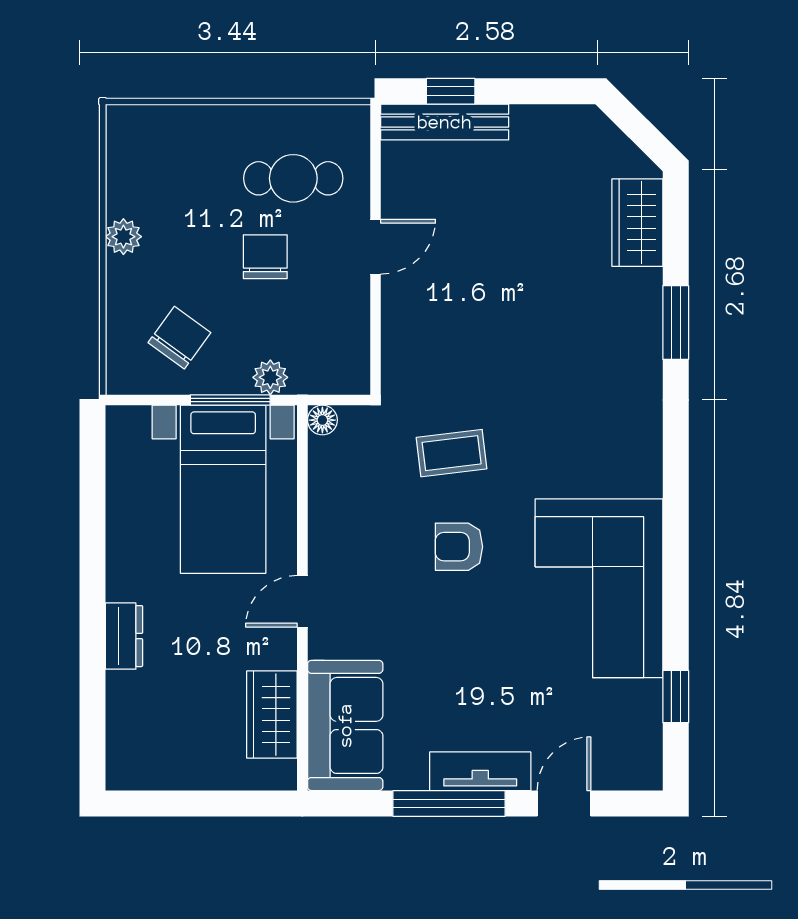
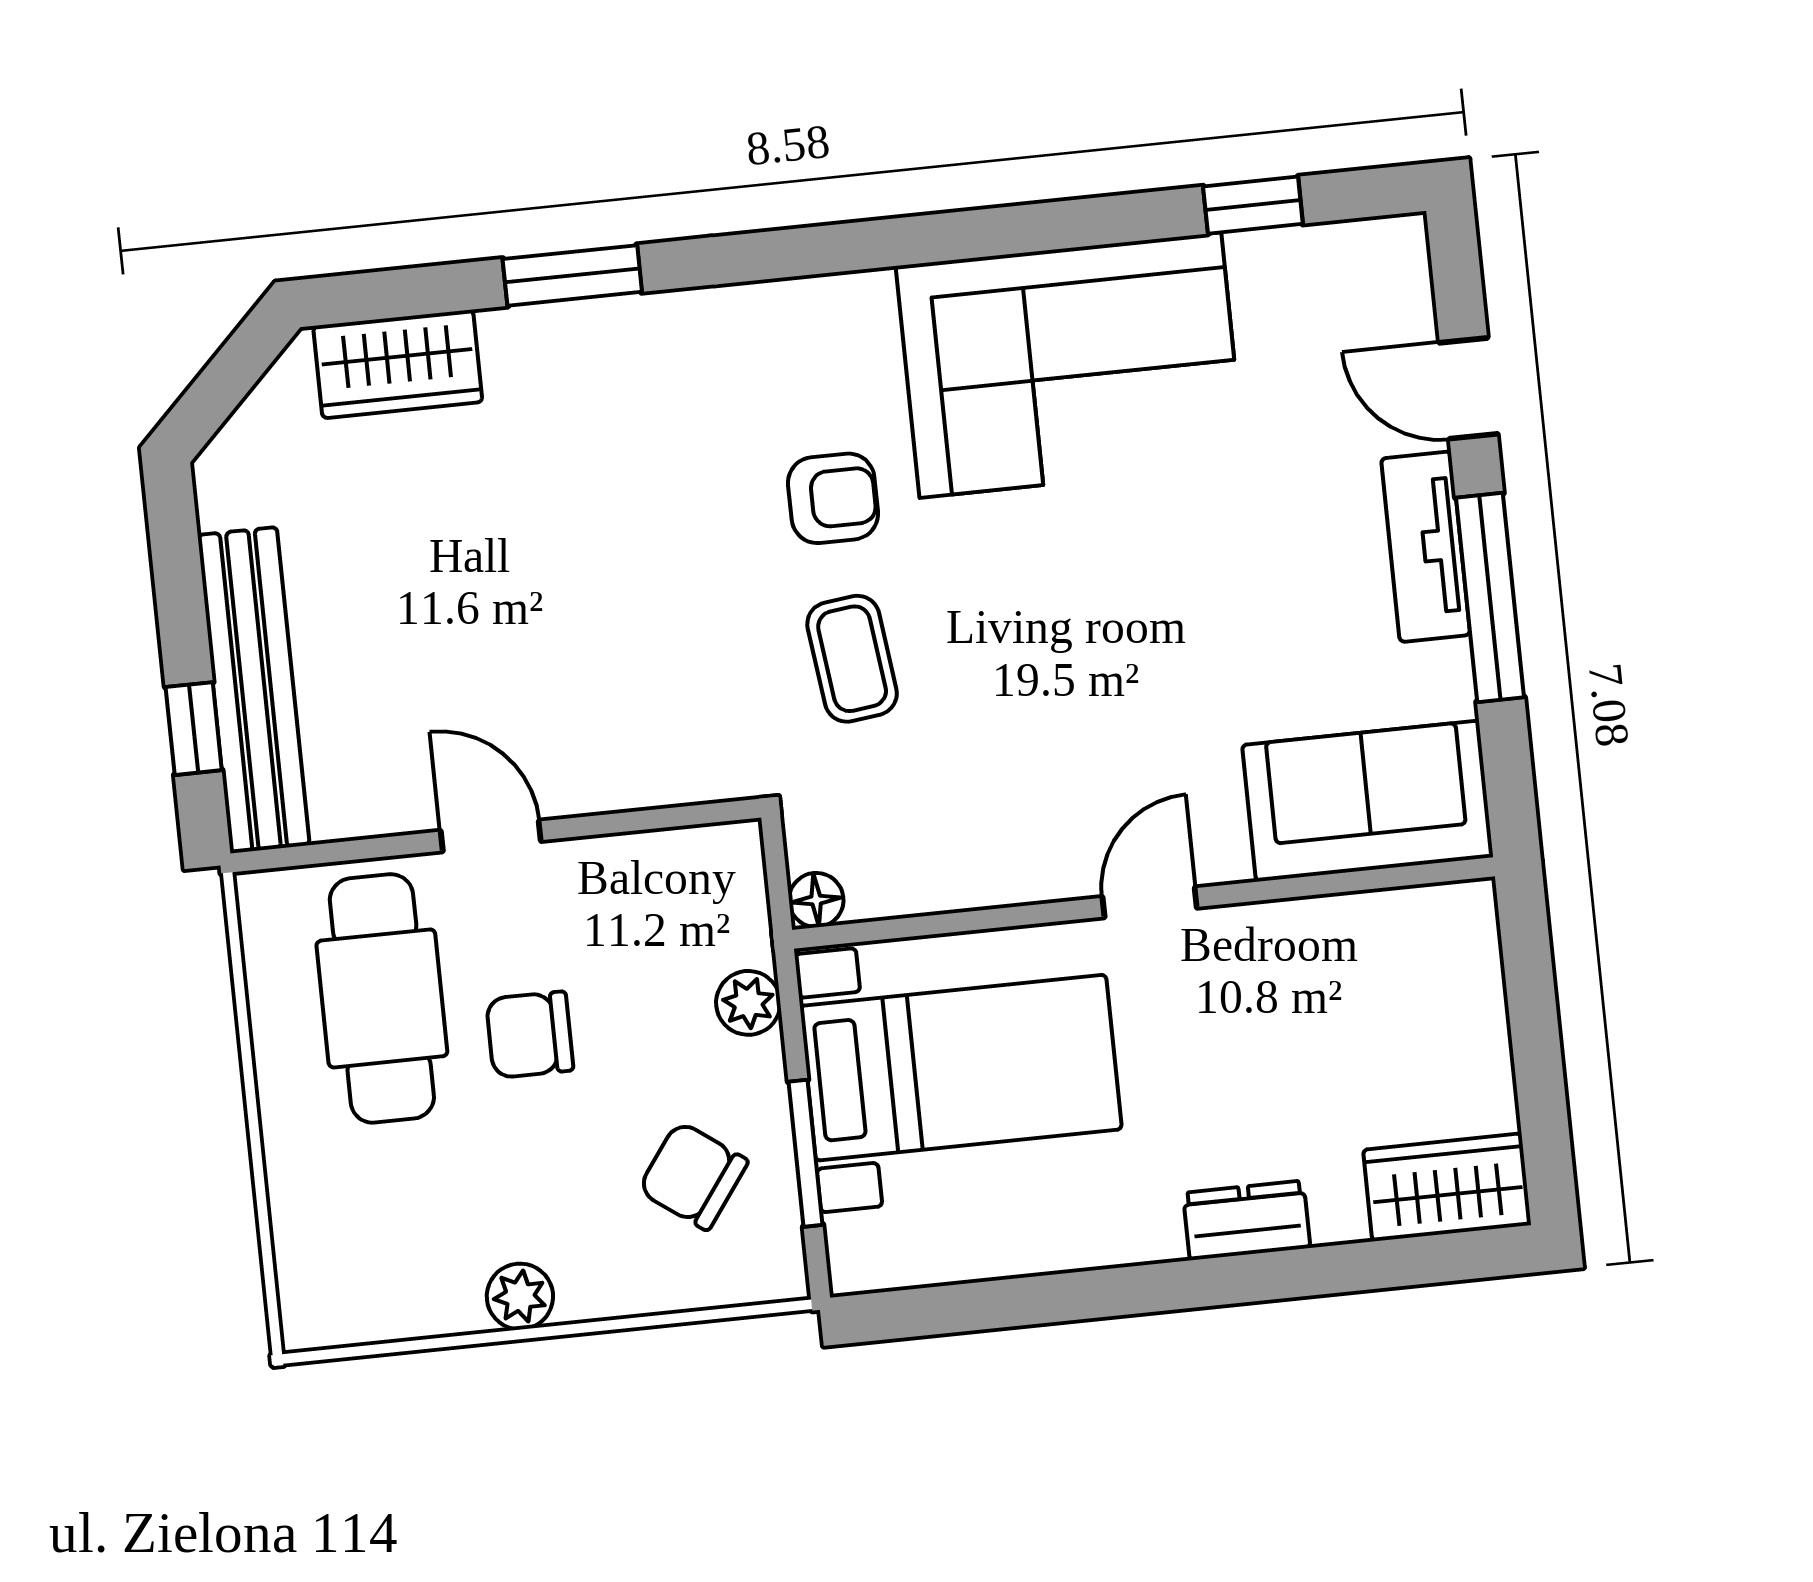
bench: (445, 122) -> (253, 690), width x1.37, depth x1.21
cafe table: (293, 178) -> (382, 998), width x1.37, depth x1.35
window: (230, 400) -> (806, 1153), moved
armchair: (459, 547) -> (833, 498), moved, turned -90
door: (302, 601) -> (1150, 902), swing flipped
wardrobe: (272, 715) -> (1447, 1187), moved, turned 180

